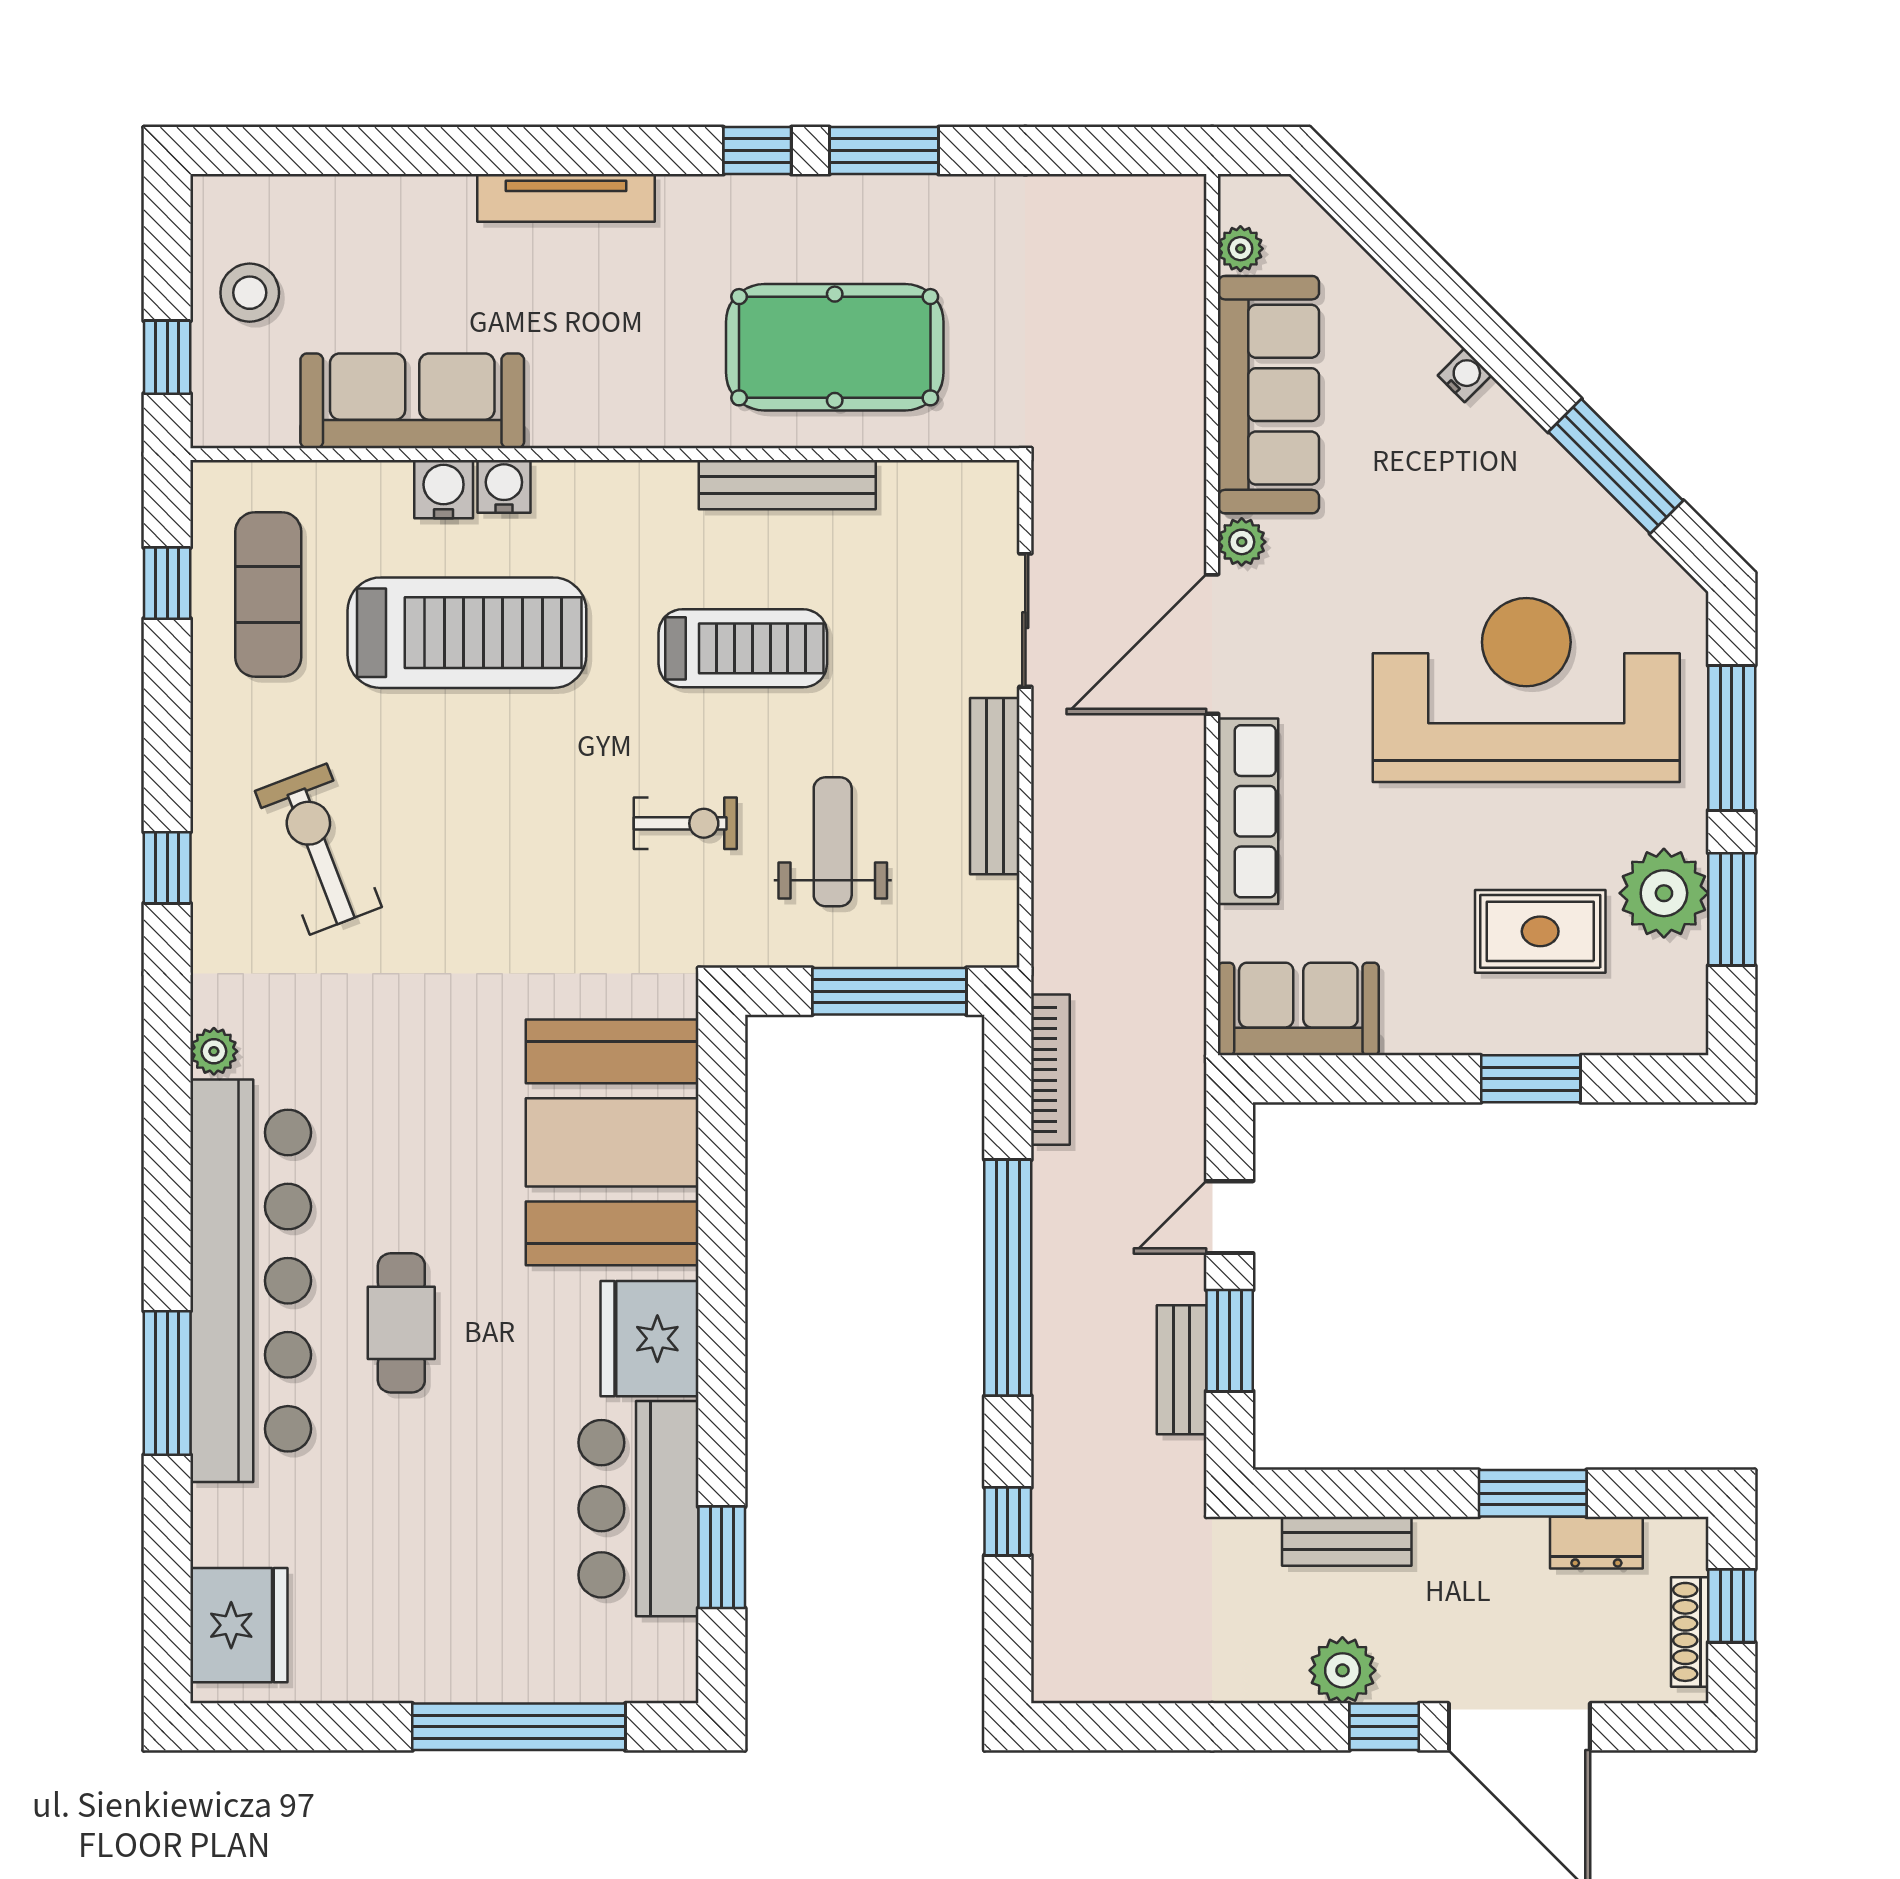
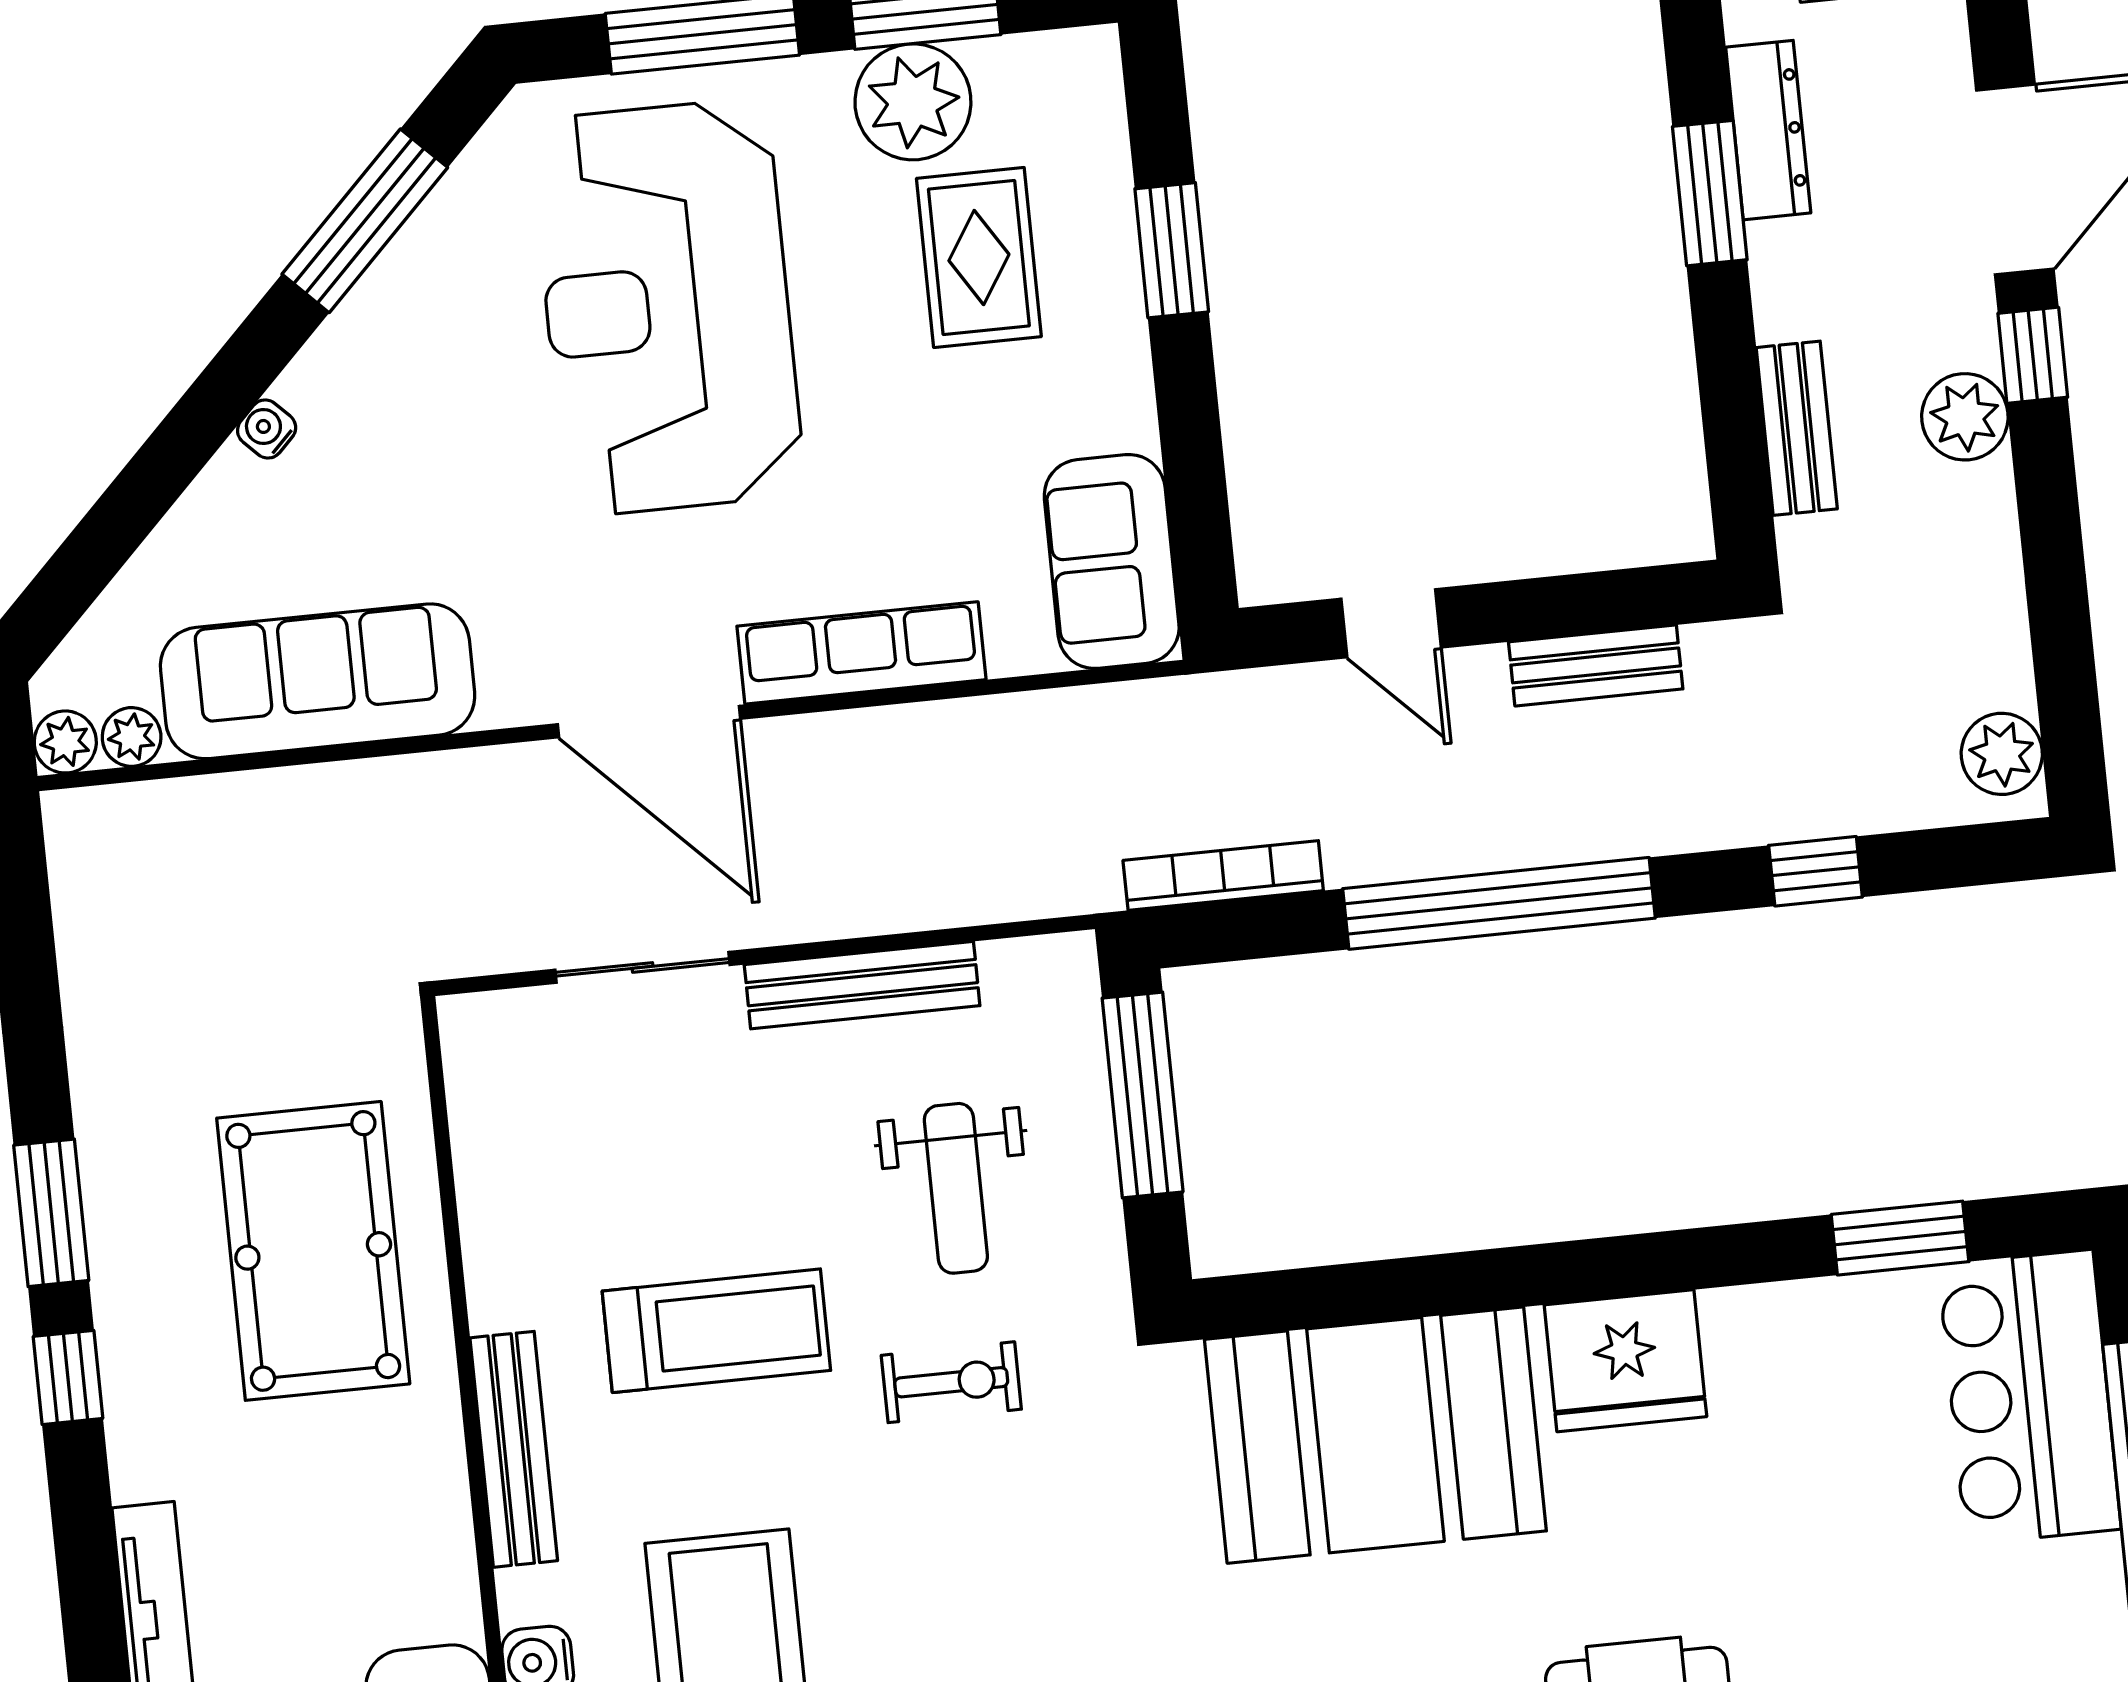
bench: (787, 485) -> (514, 1449), moved
plant: (1242, 542) -> (65, 742), moved
treadmill: (743, 648) -> (716, 1331), turned 90
exercise bike: (685, 823) -> (951, 1382), turned 90
weight bench: (833, 842) -> (956, 1188), turned -90
window: (1230, 1341) -> (1551, 607), removed
bar counter: (638, 1509) -> (2029, 1397), moved, turned 90
dresser: (1596, 1543) -> (1768, 130), width x1.44
plant: (1083, 1672) -> (2002, 754), added

